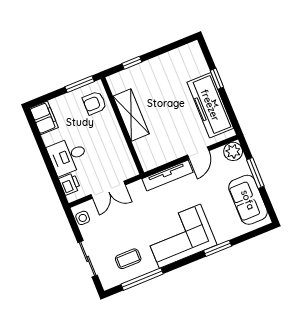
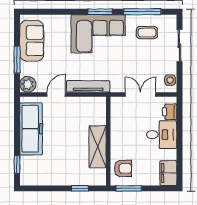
window: (217, 79) -> (17, 164), moved
window: (218, 248) -> (100, 12), moved

